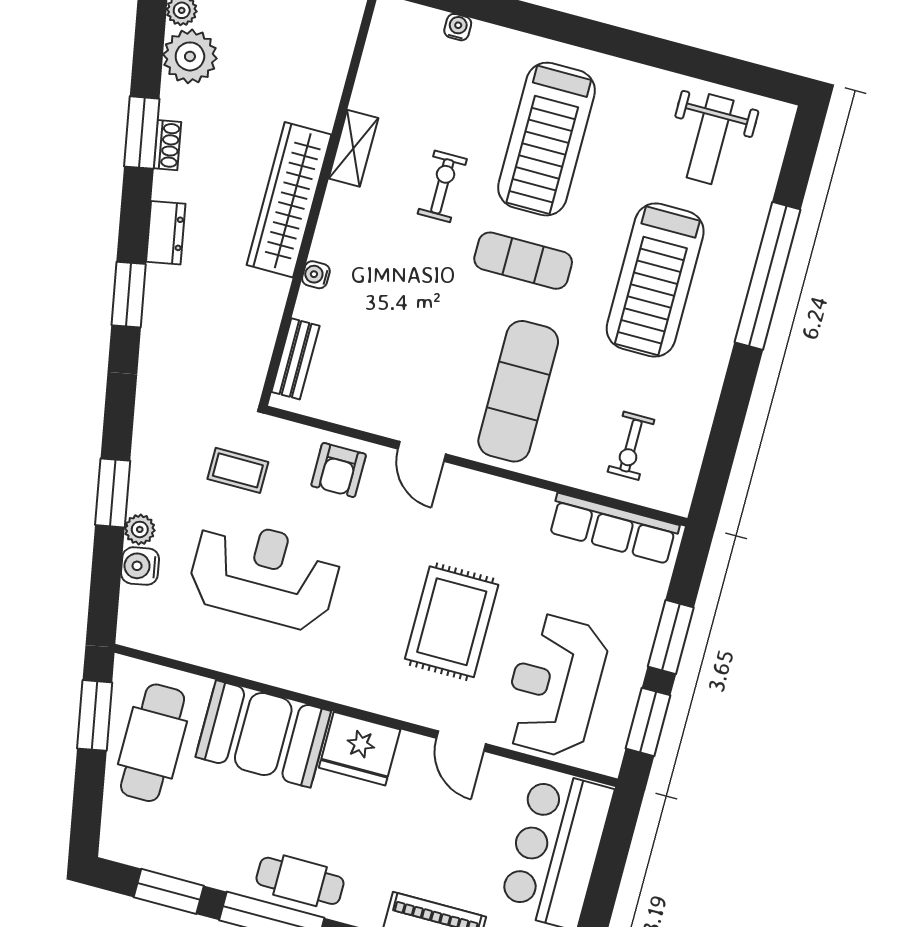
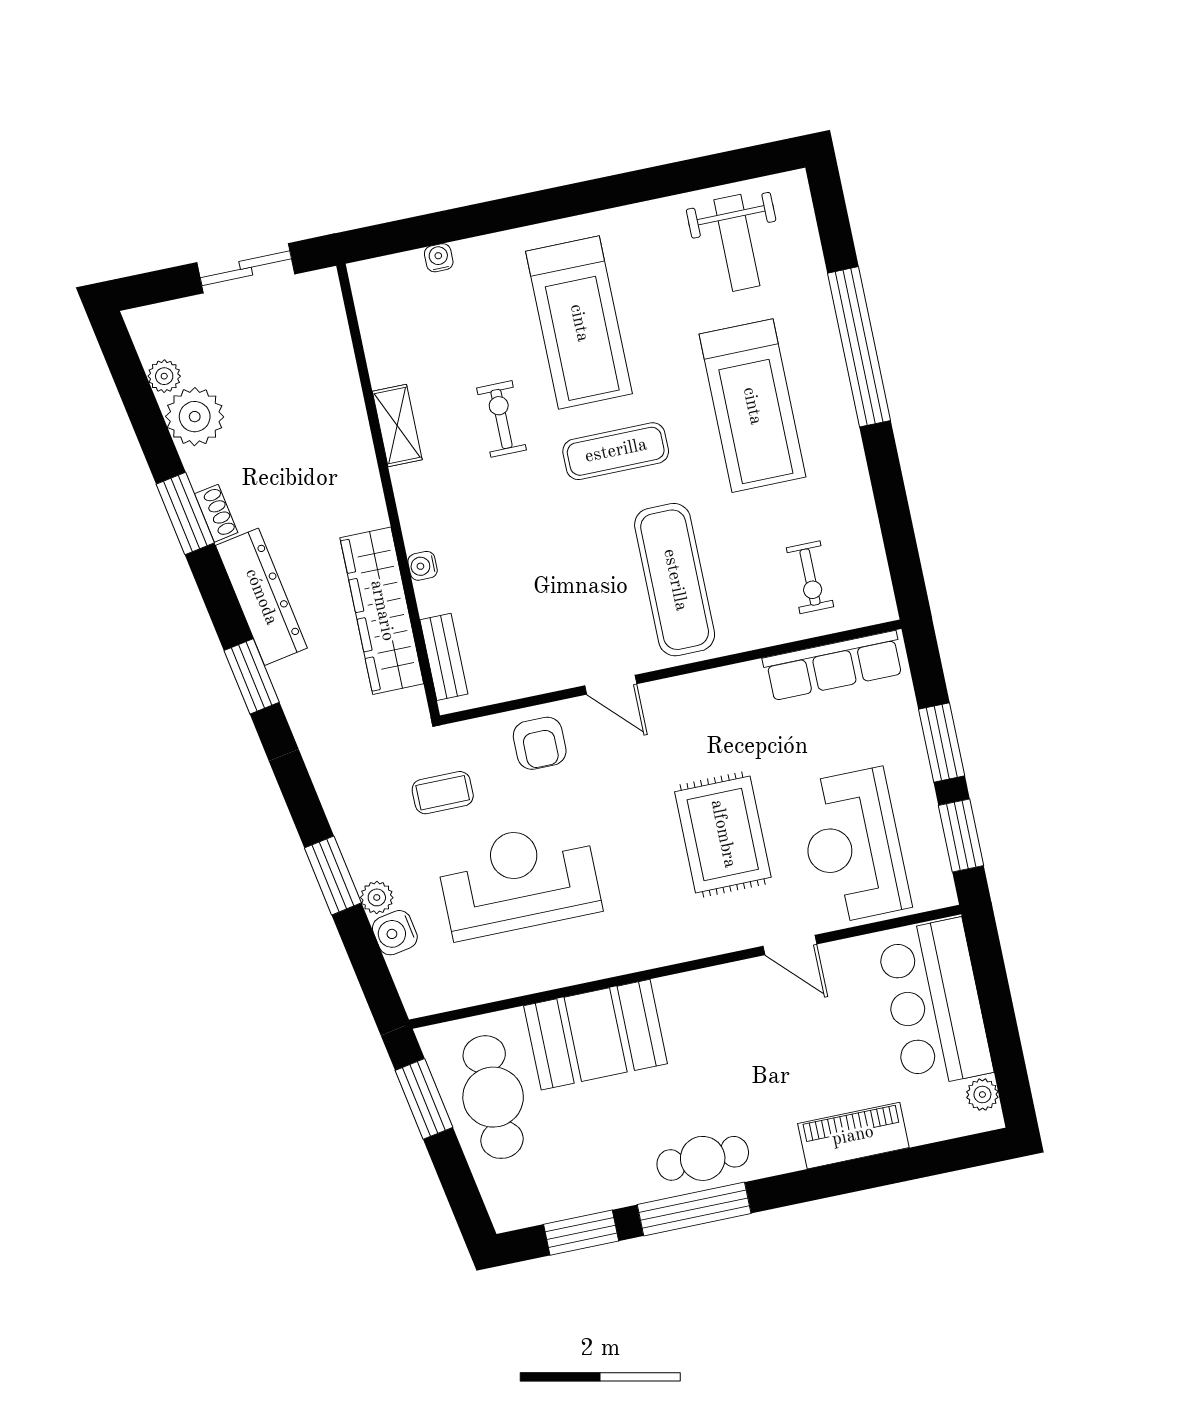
wardrobe: (289, 200) -> (382, 611), moved
dresser: (166, 233) -> (261, 597), width x1.96, depth x1.24
fridge: (360, 749) -> (696, 1002), removed

